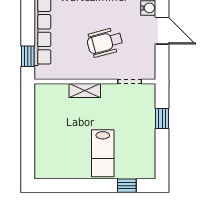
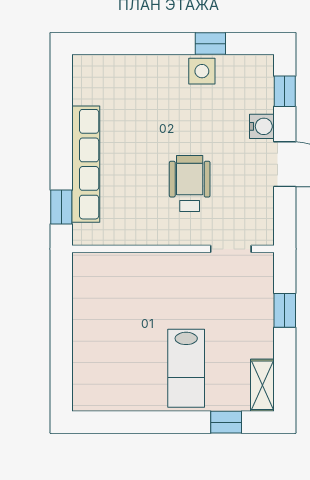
wheelchair: (105, 42) -> (190, 184), turned 105
shelving: (85, 90) -> (262, 385), moved, turned 90

